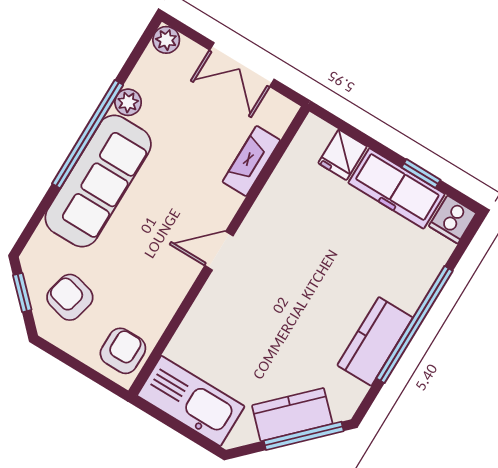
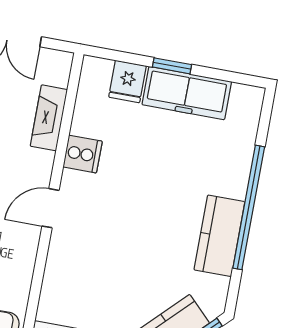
window: (421, 174) -> (172, 66), moved
cooker: (453, 220) -> (83, 154), moved, turned -90

